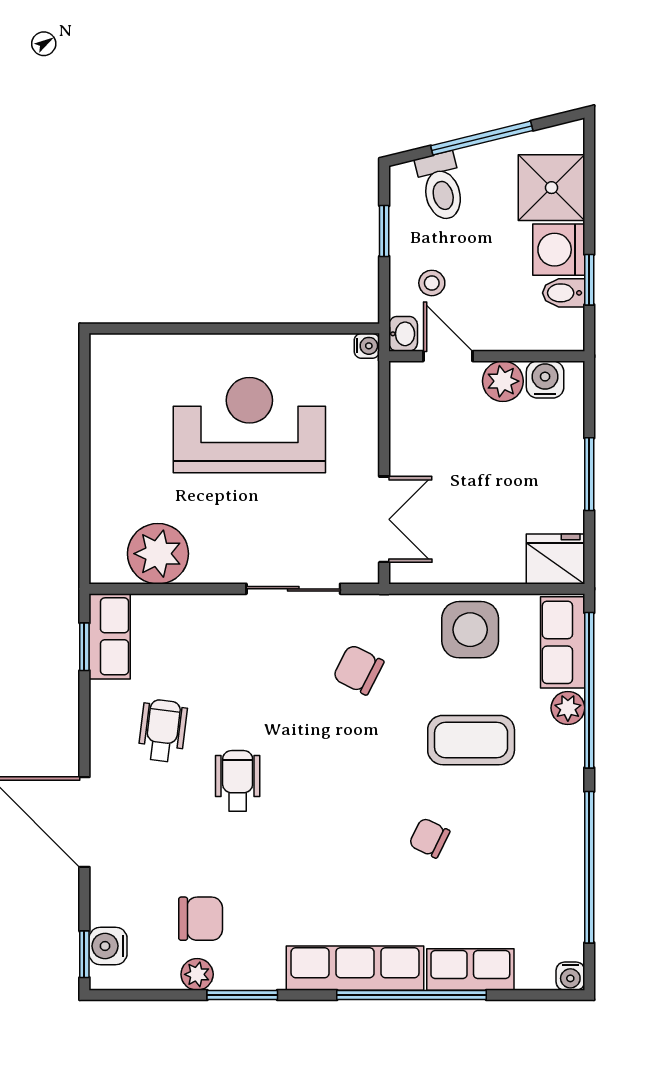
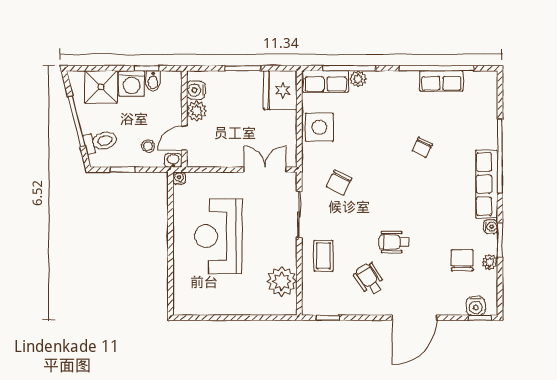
fridge: (555, 559) -> (280, 90), width x1.36, depth x1.34
row of seats: (110, 636) -> (323, 305), removed
window: (589, 690) -> (349, 68), width x0.68
wheelchair: (163, 731) -> (369, 279), turned 50
coffee table: (471, 740) -> (323, 256), moved, width x0.73, depth x0.77
row of seats: (470, 969) -> (441, 81), moved, turned -90
water cooler: (570, 976) -> (491, 227), moved

